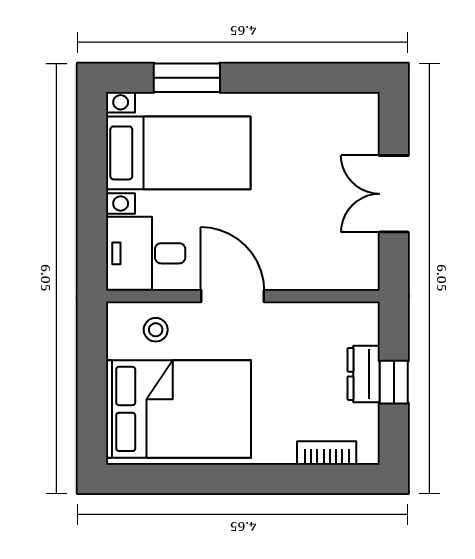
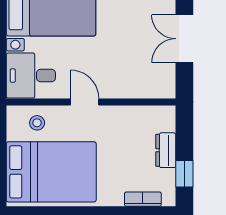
door: (233, 296) -> (85, 102), width x0.73
window: (394, 382) -> (184, 174), moved

